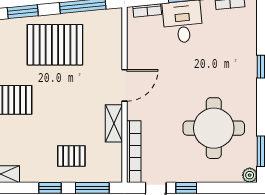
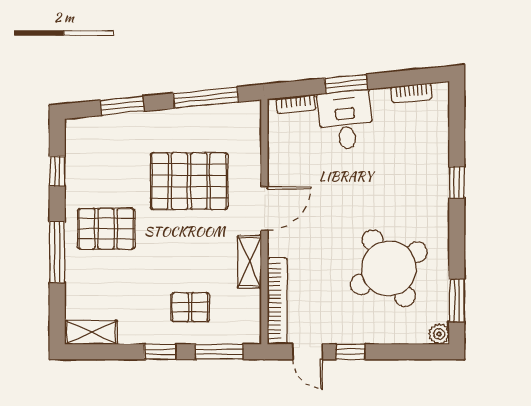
pallet: (55, 45) -> (189, 181), moved
round table: (214, 128) -> (389, 268), turned -30

